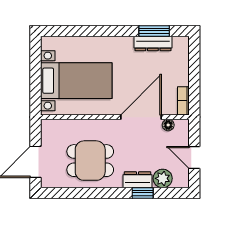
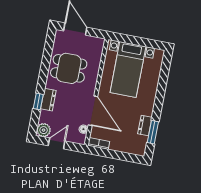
dresser: (153, 43) -> (145, 125), width x0.70
dining table: (90, 161) -> (69, 68), turned 90
plant: (163, 178) -> (44, 130), moved

